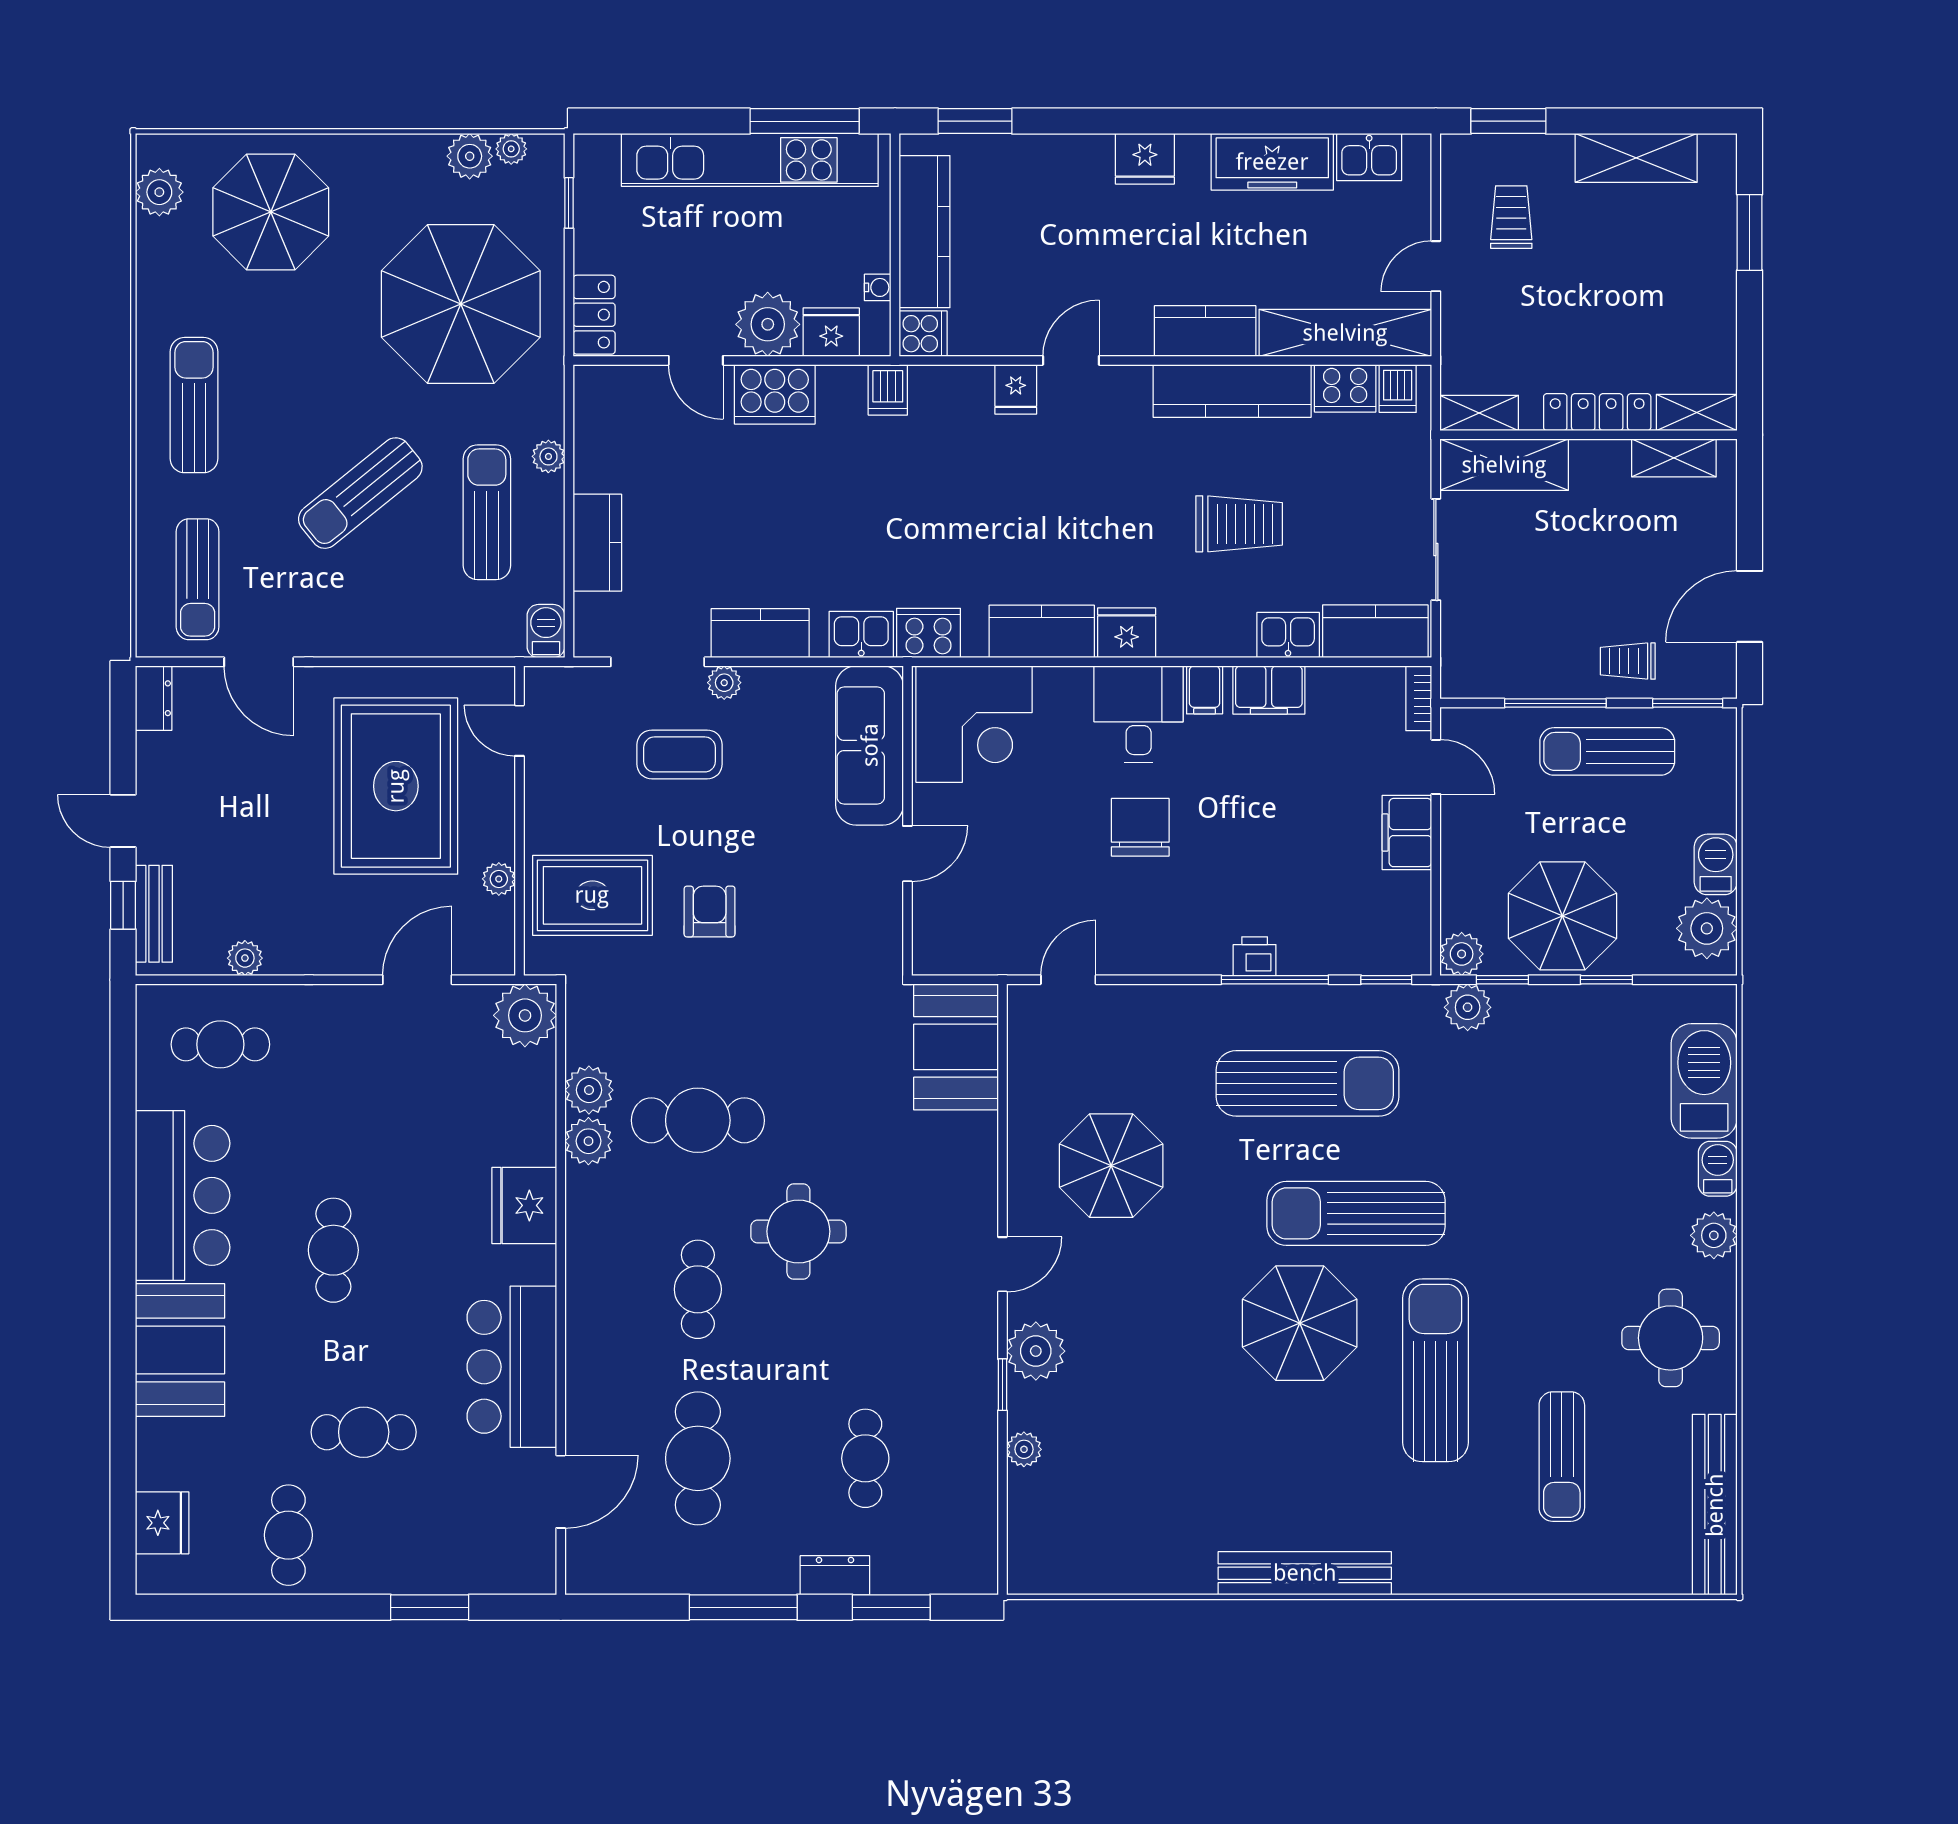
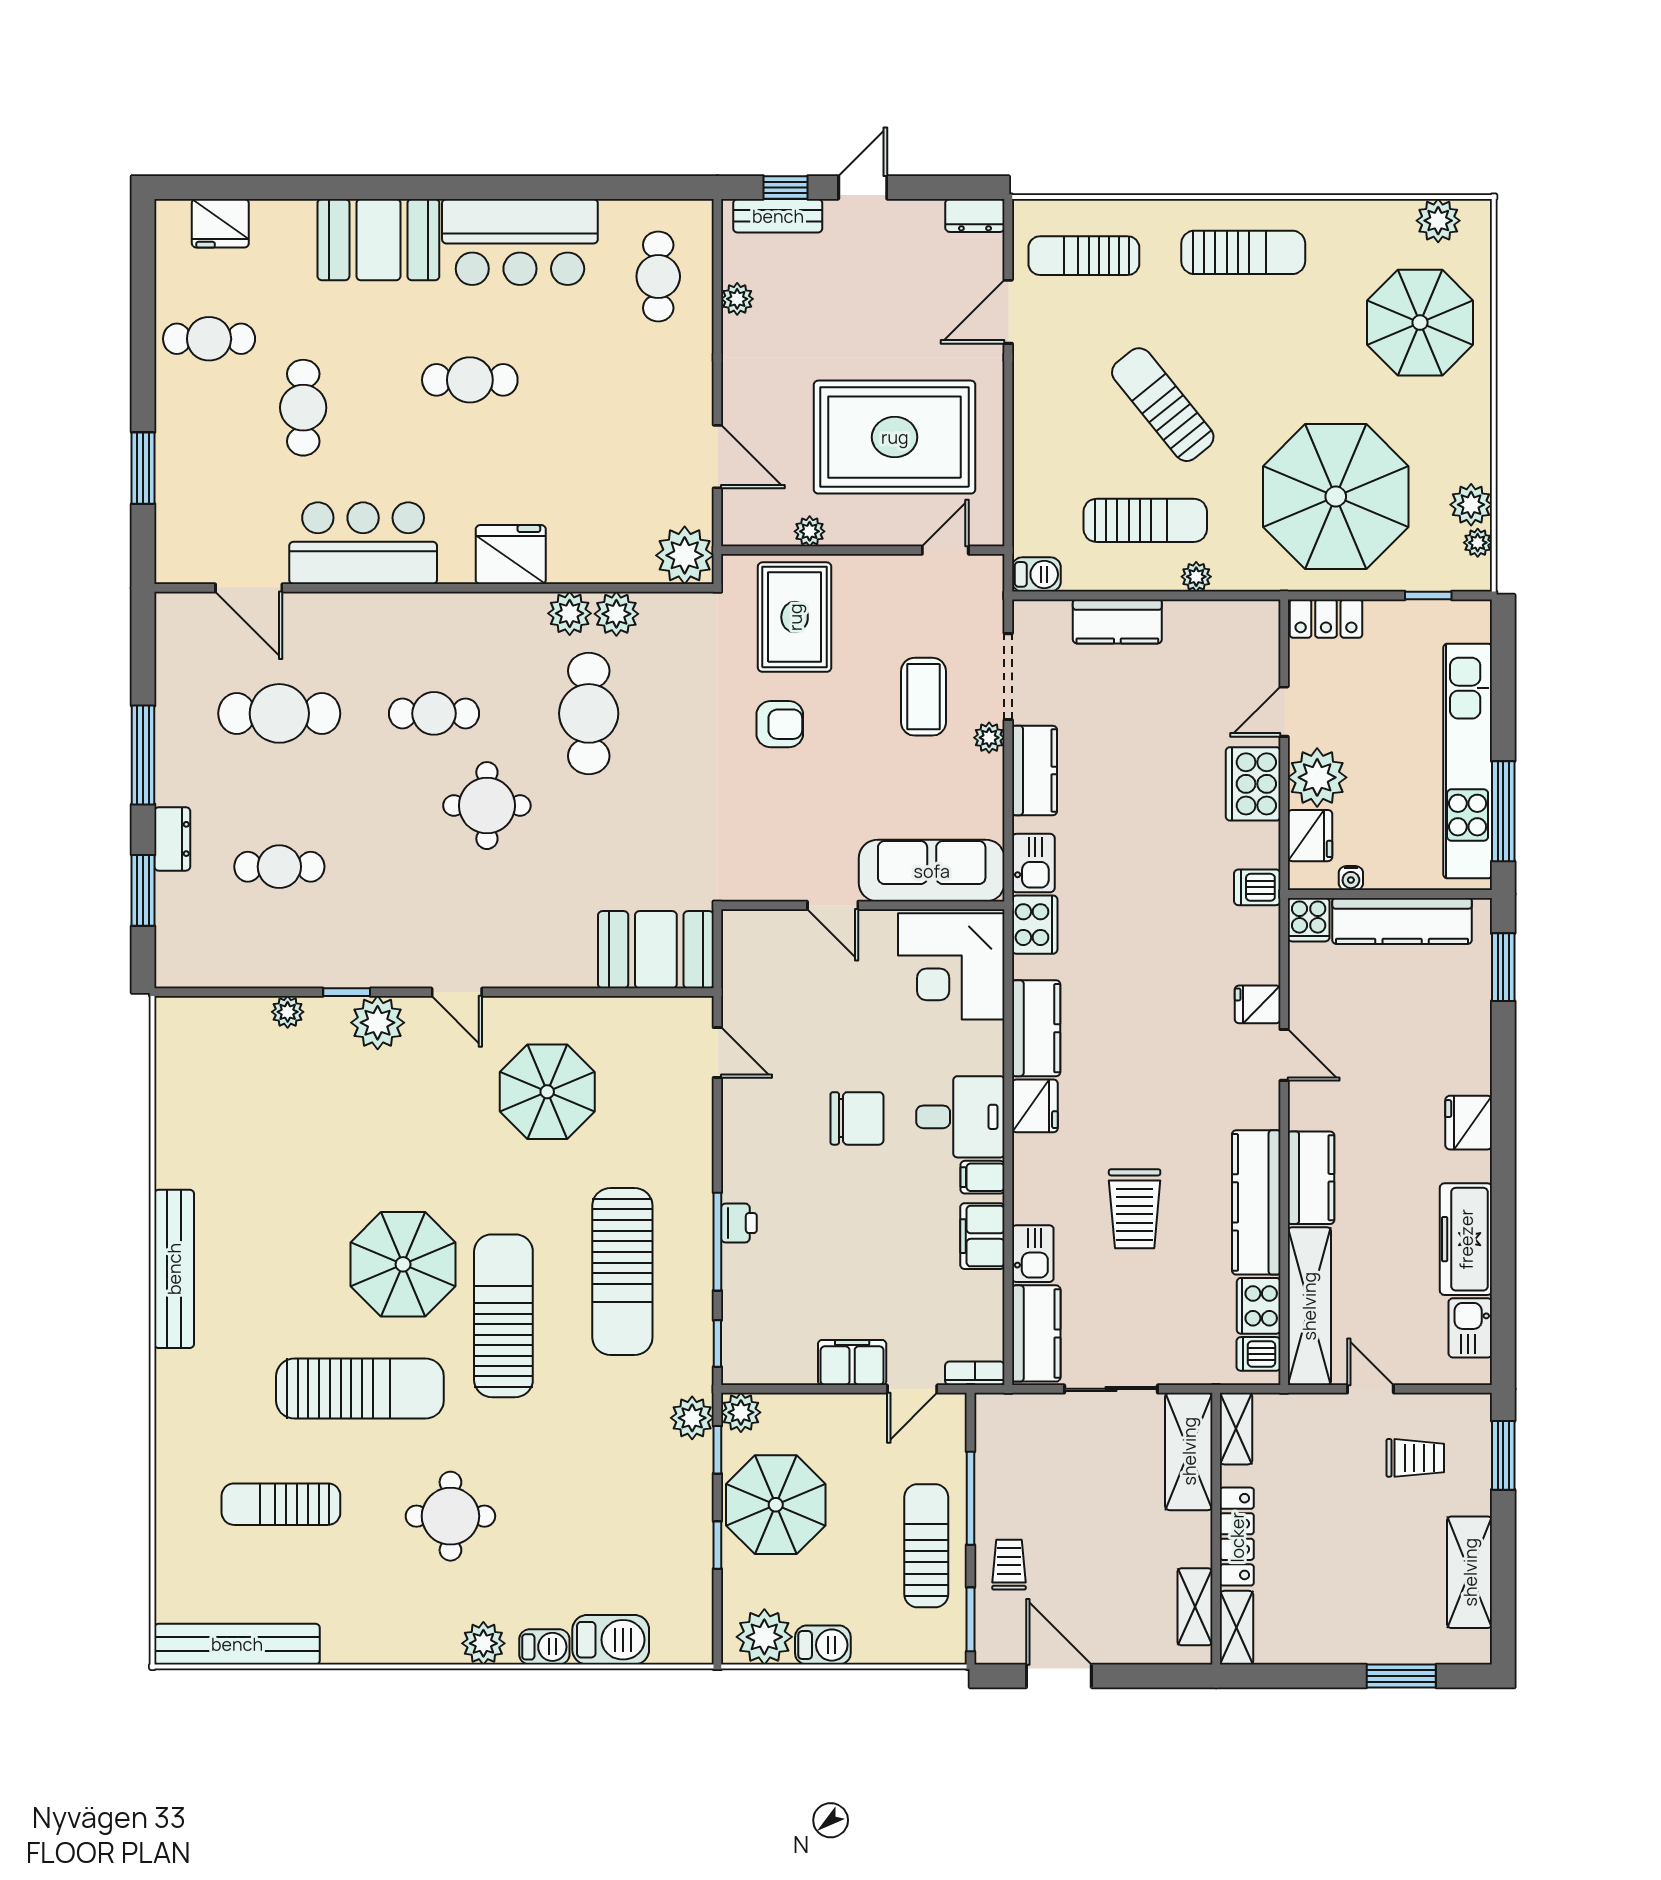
barbecue: (1704, 1081) -> (611, 1640), width x0.73, depth x0.83
round table: (1671, 1338) -> (450, 1516), moved

